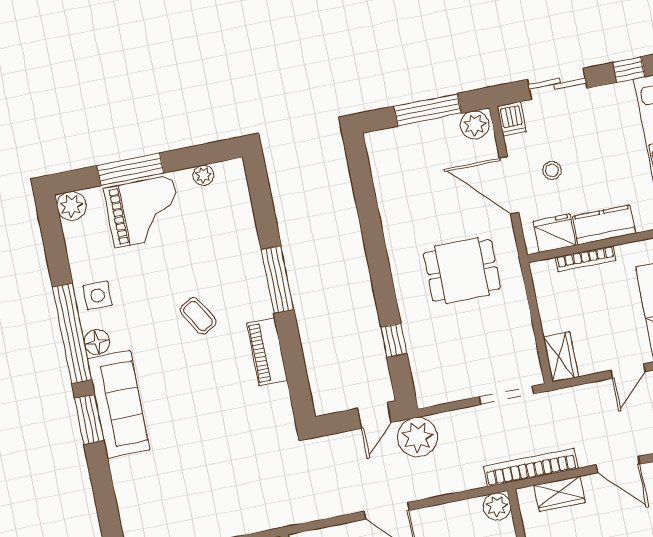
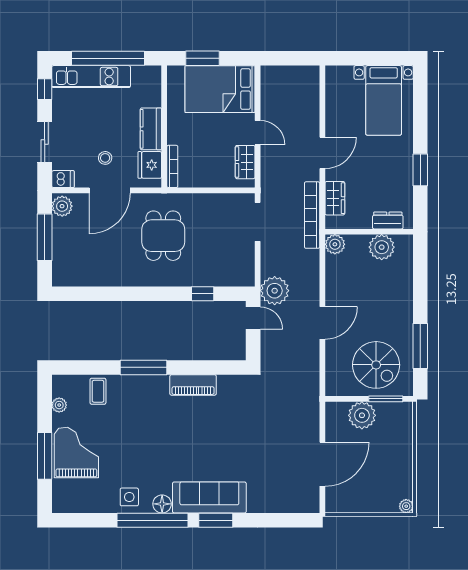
plant: (72, 206) -> (62, 503), removed
bookcase: (586, 259) -> (172, 166), moved
coffee table: (198, 316) -> (98, 391), moved, turned -59
wardrobe: (561, 357) -> (245, 162), moved, turned -90

